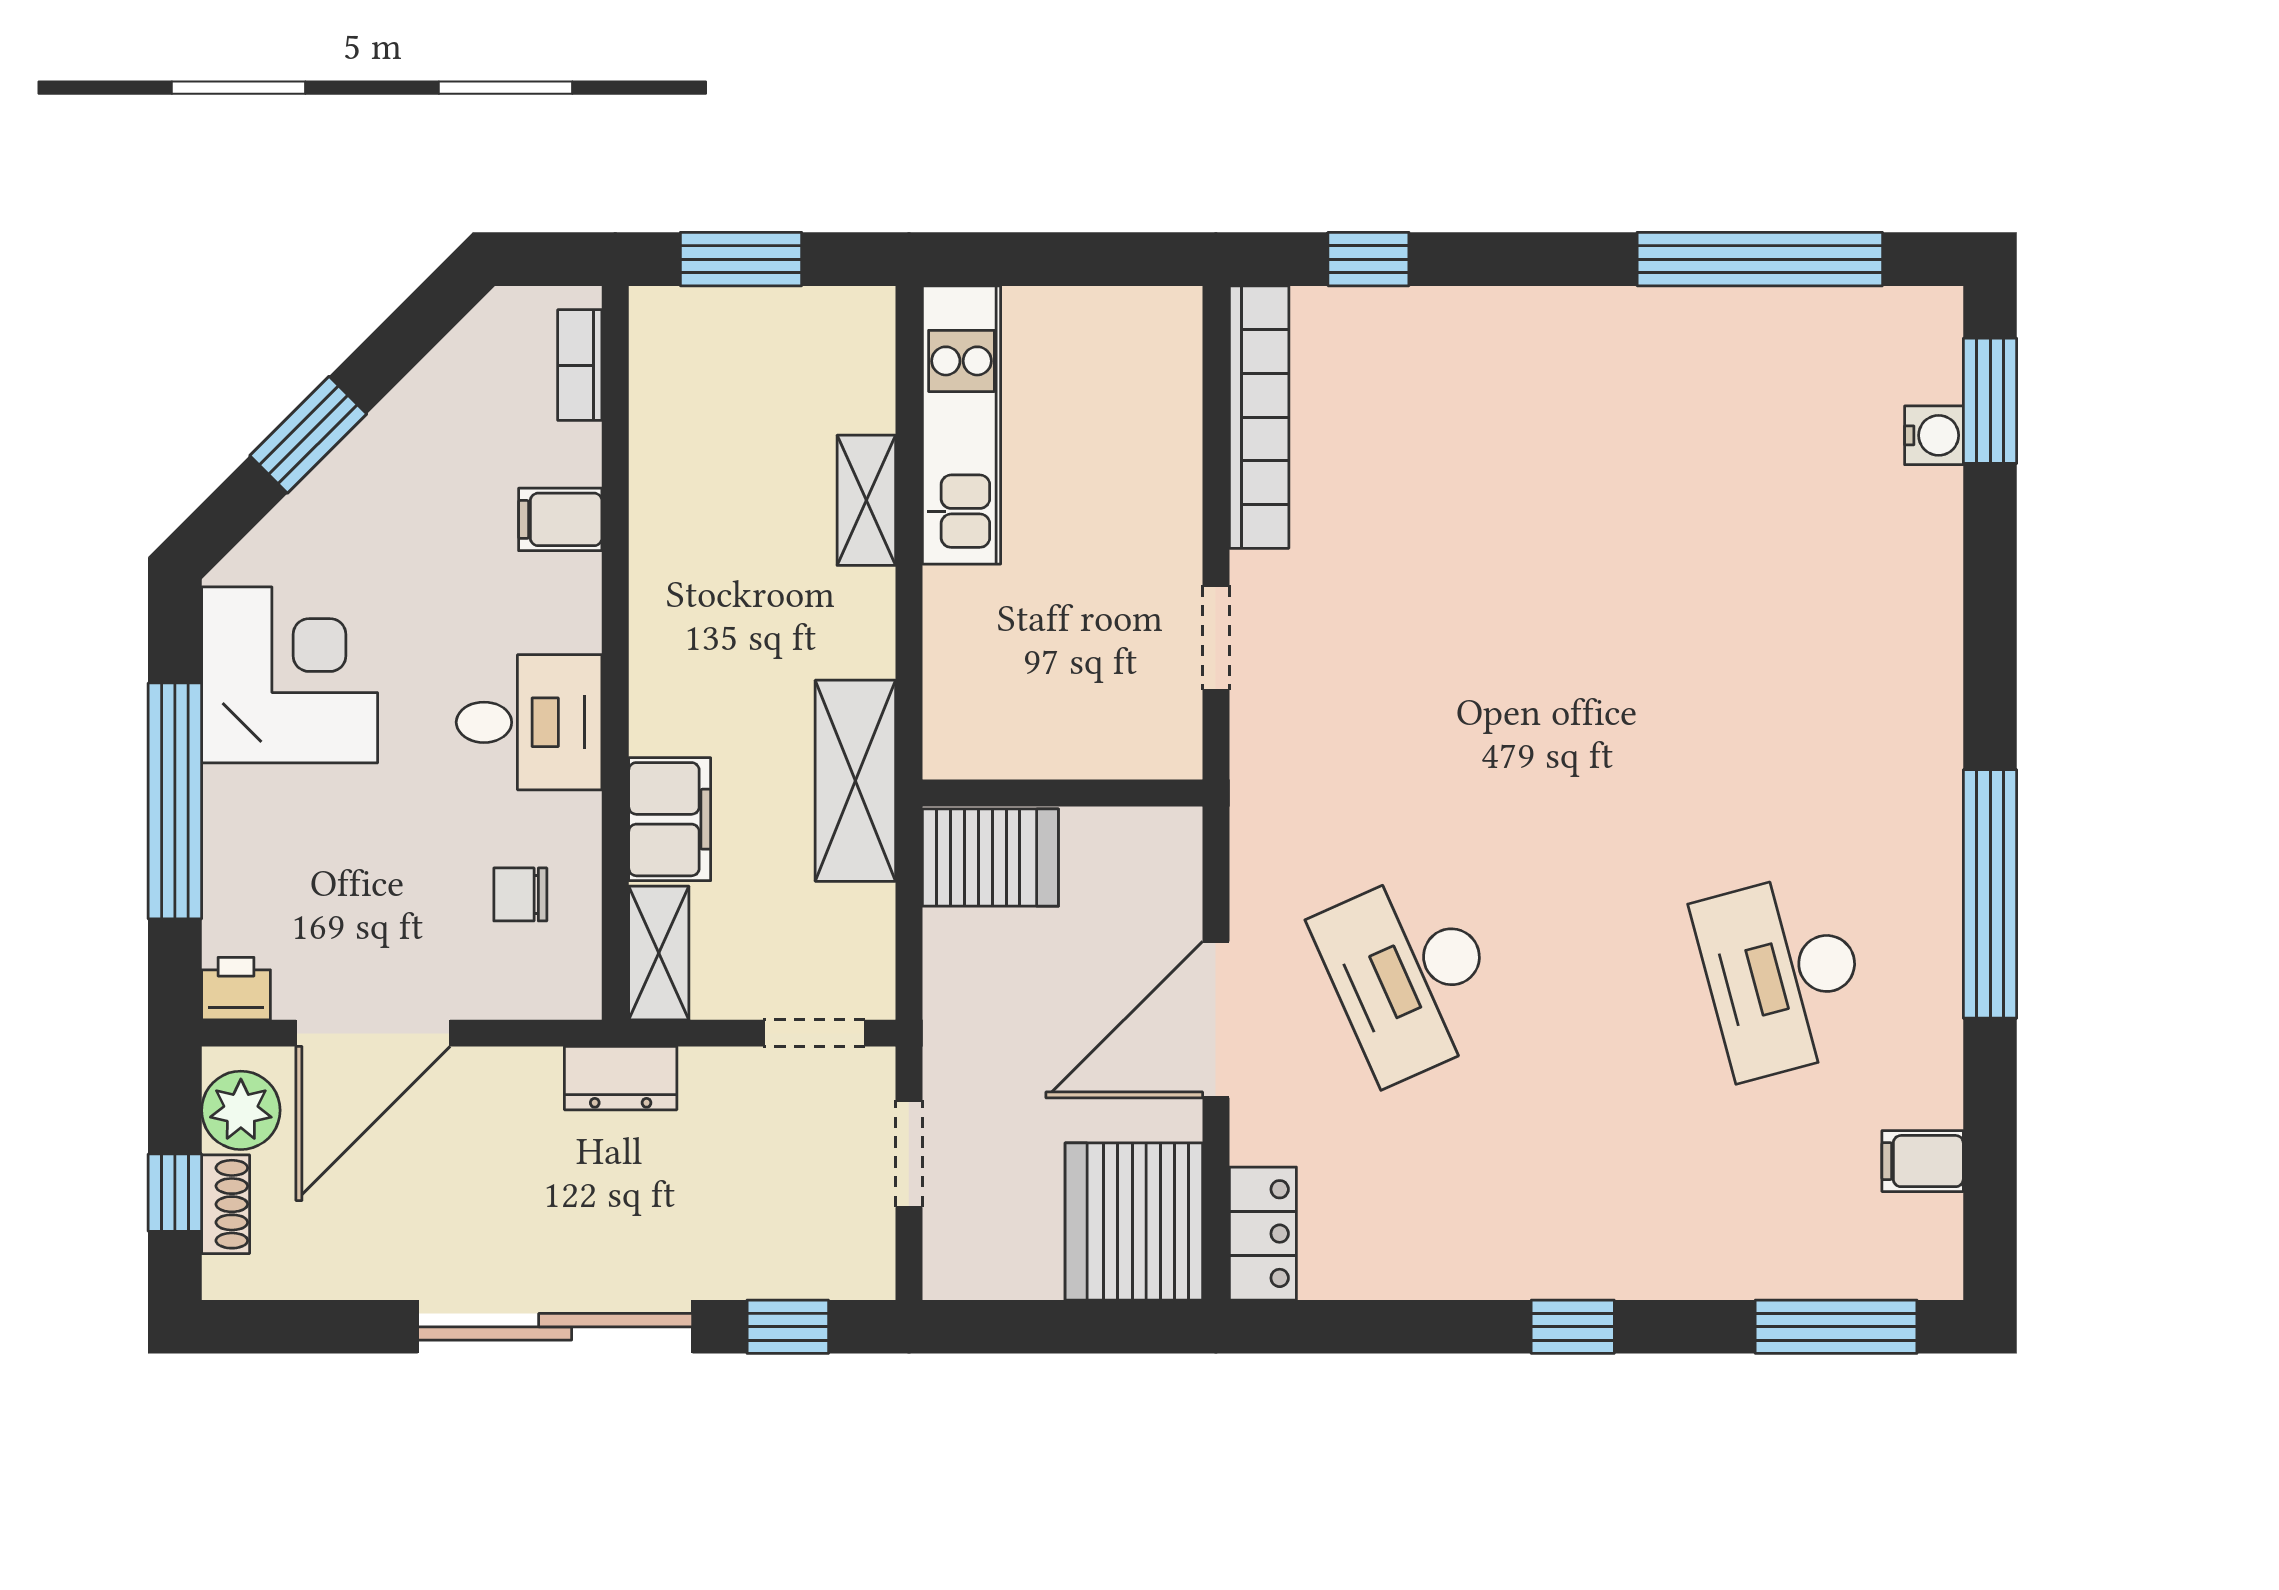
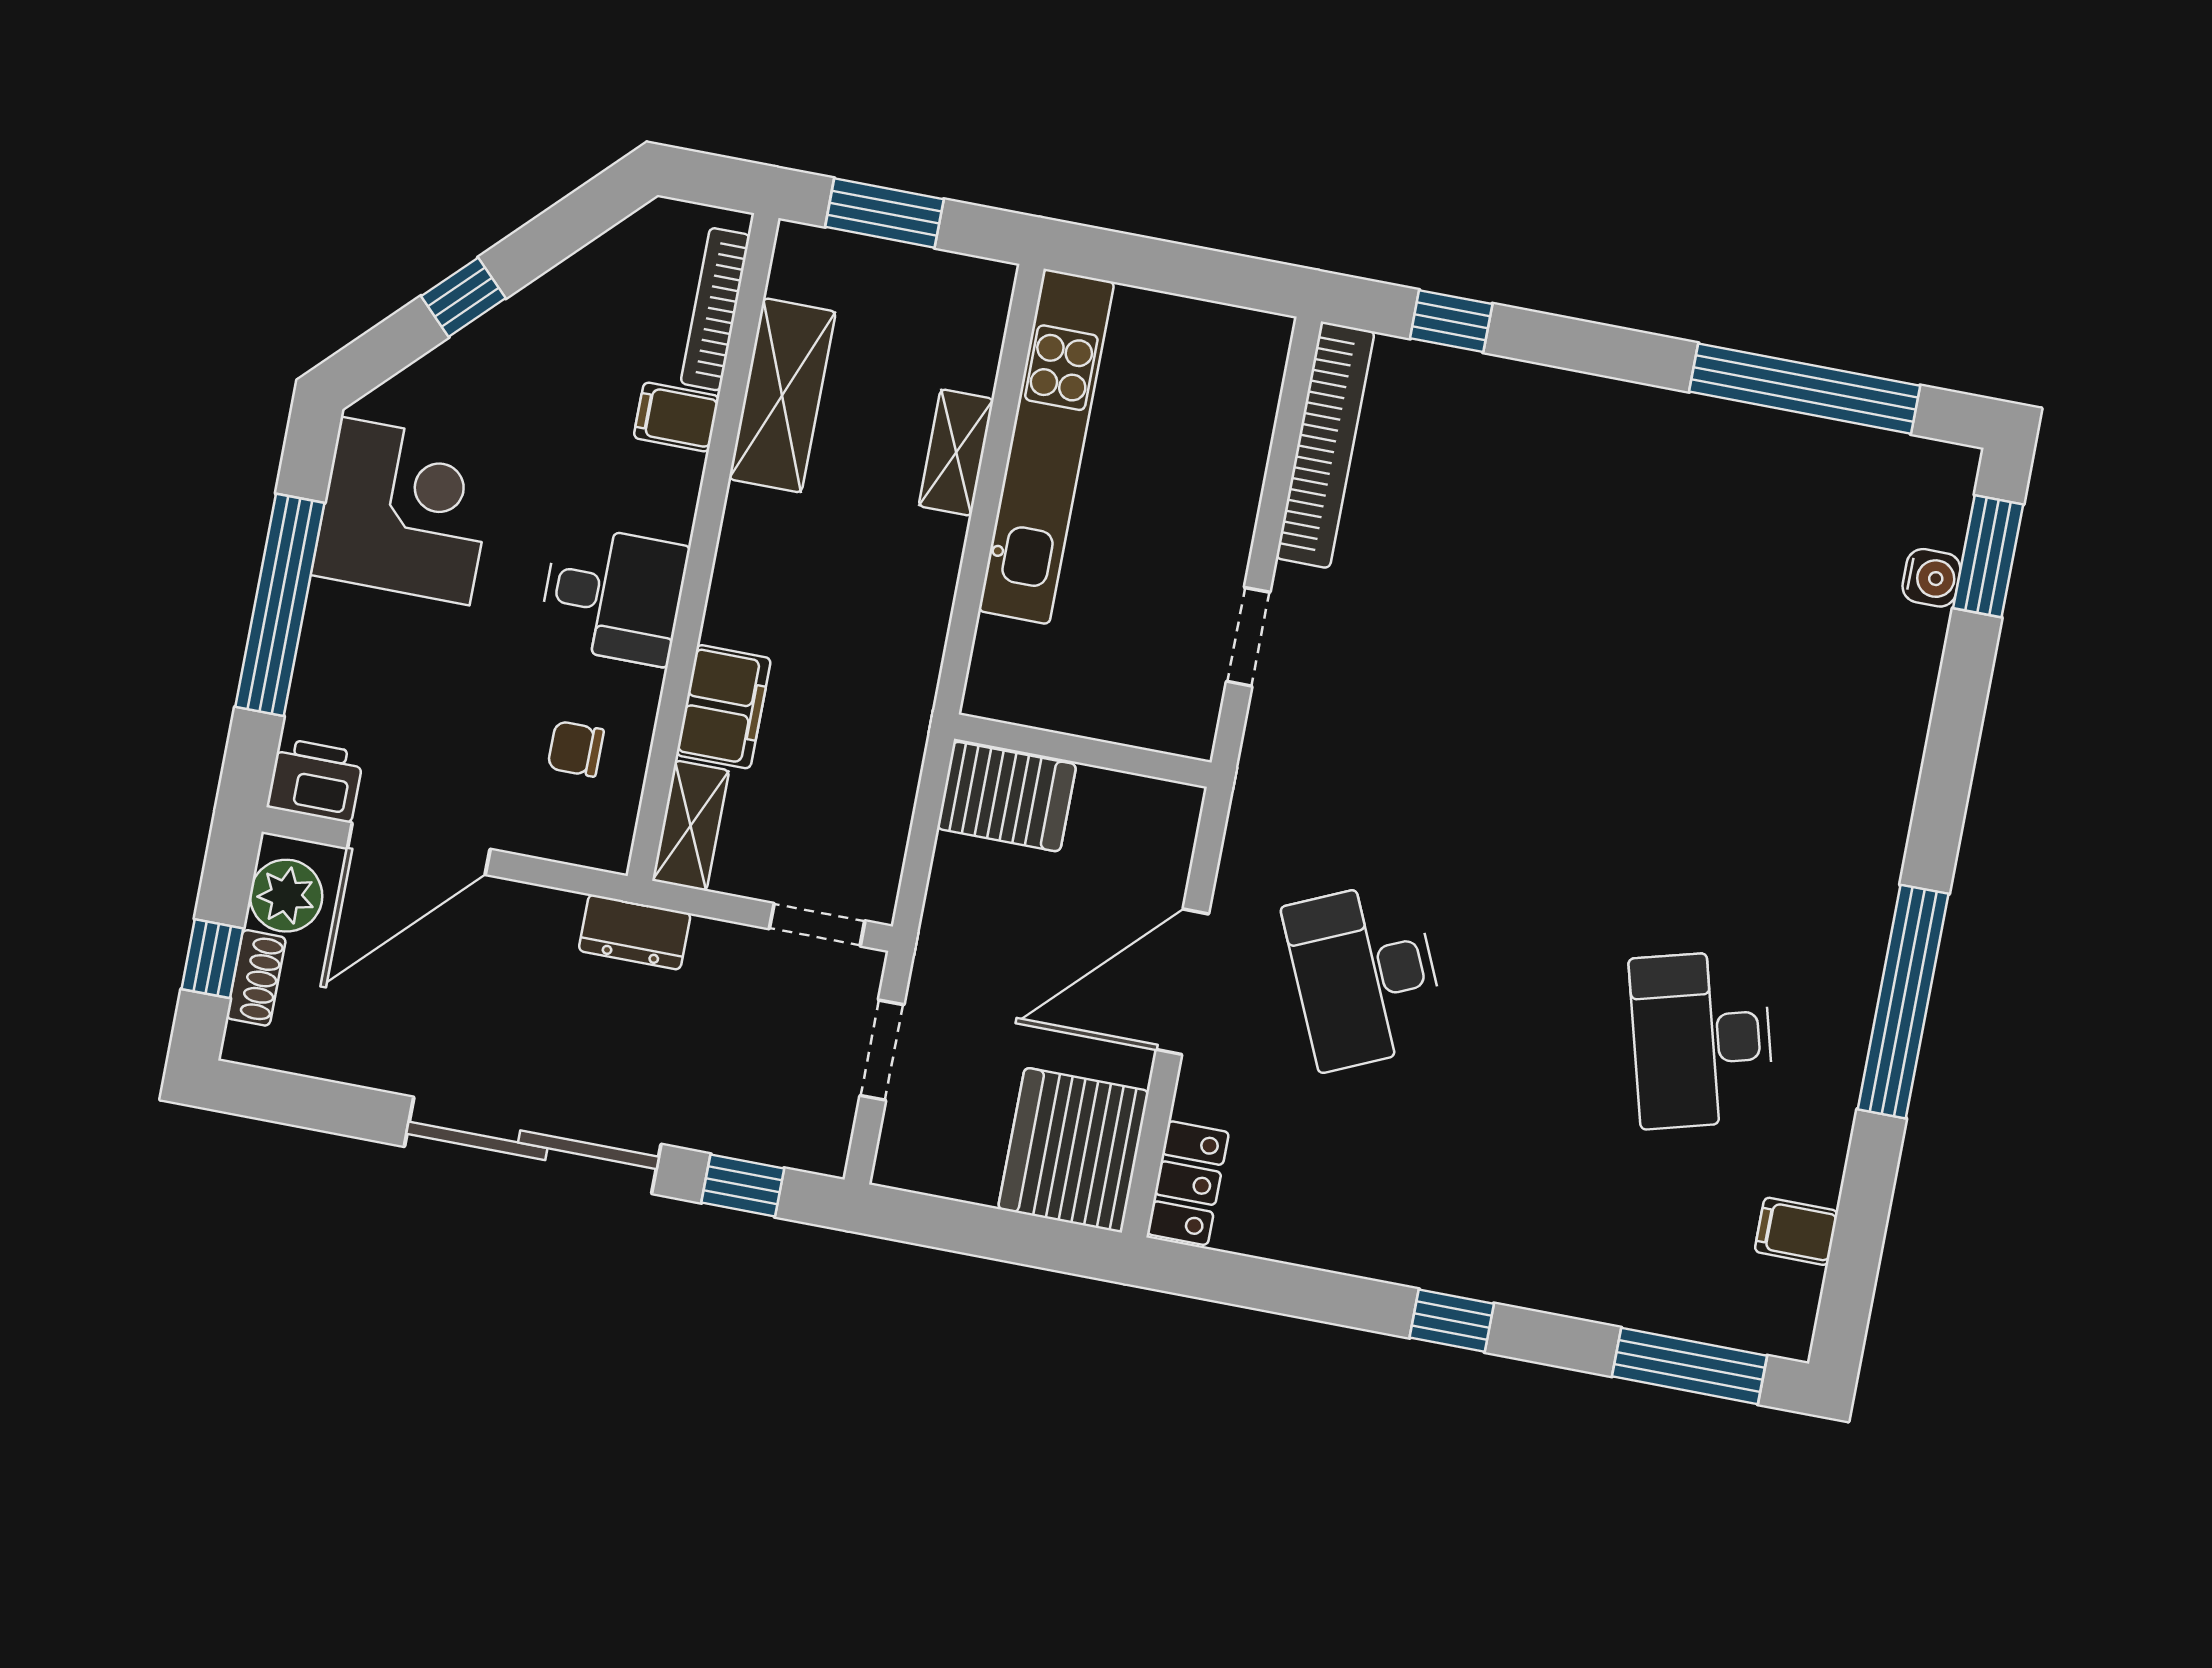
bookcase: (580, 365) -> (715, 309), width x1.56
kitchen unit: (962, 425) -> (1046, 446), width x1.36
window: (308, 435) -> (463, 297), width x0.67
shelving: (855, 781) -> (782, 395), moved
printer: (236, 989) -> (315, 780), width x1.36, depth x1.24

